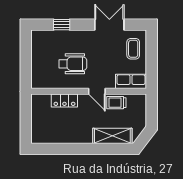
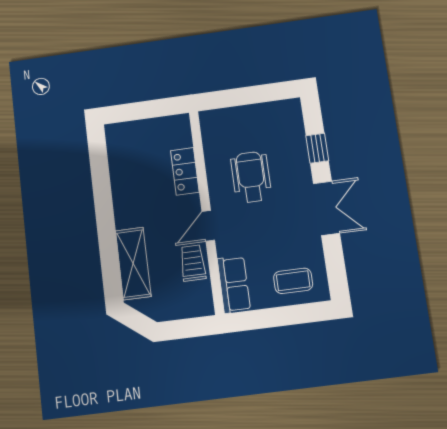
double door: (109, 25) -> (327, 208), moved
wheelchair: (73, 64) -> (251, 177), turned 180

